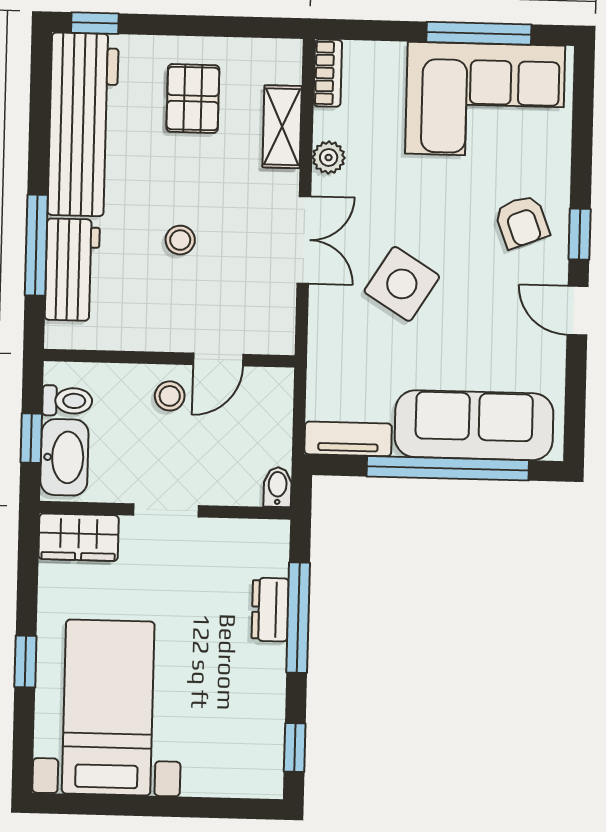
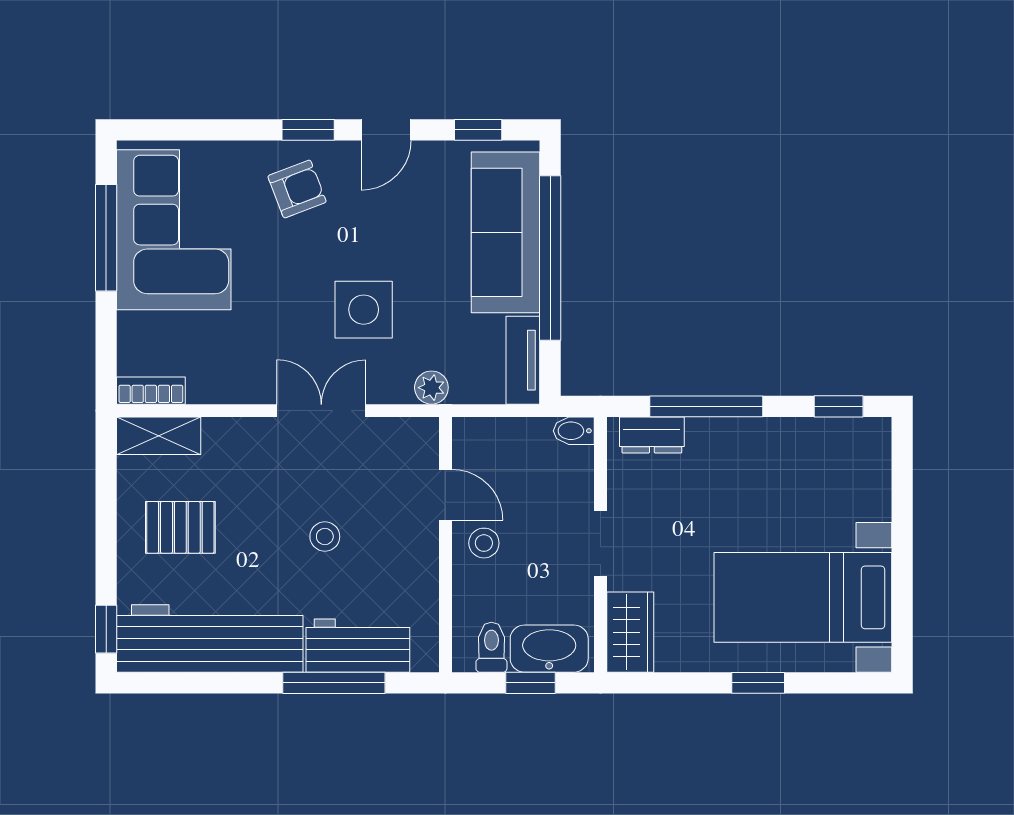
shelving: (282, 127) -> (159, 436), moved
plant: (329, 157) -> (431, 388), moved
side table: (402, 284) -> (364, 310), turned -32
window: (575, 401) -> (478, 130), added
dresser: (270, 610) -> (652, 435), moved

